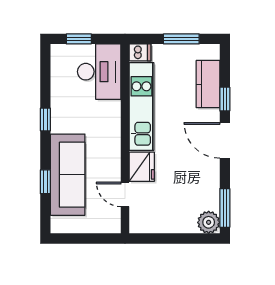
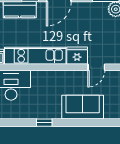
sofa: (68, 175) -> (83, 107), width x0.73
window: (45, 182) -> (88, 123), removed

